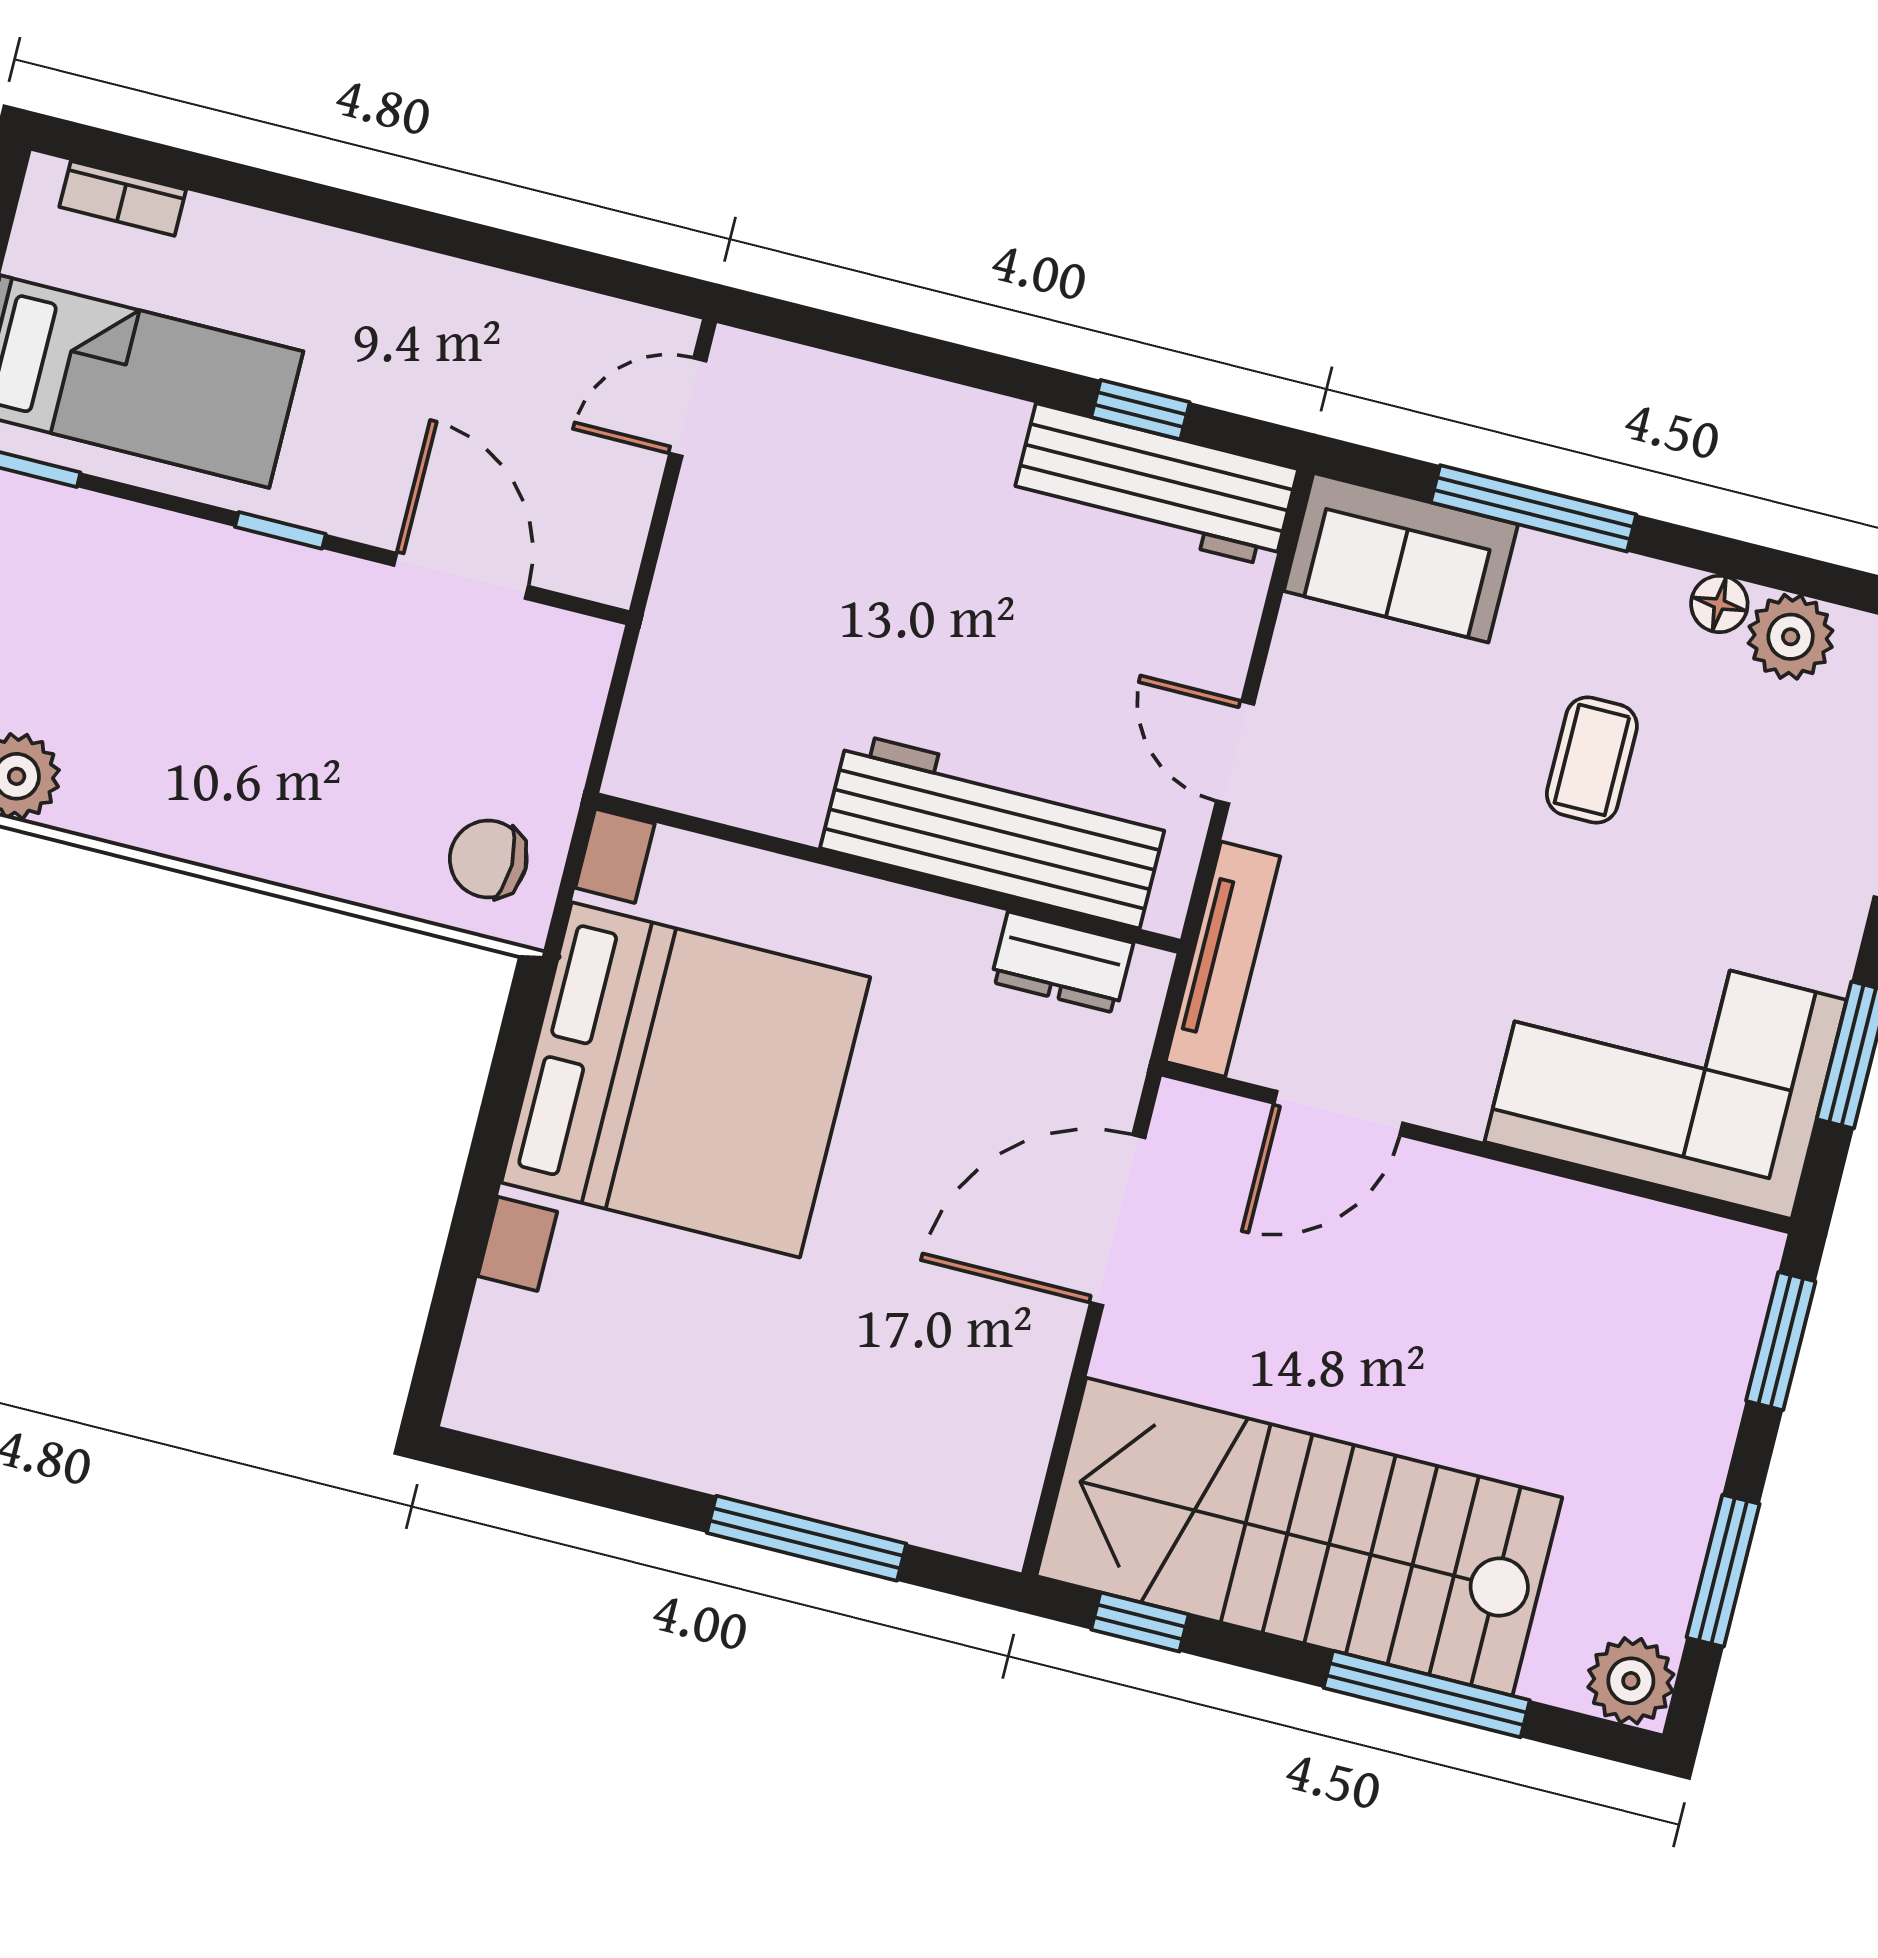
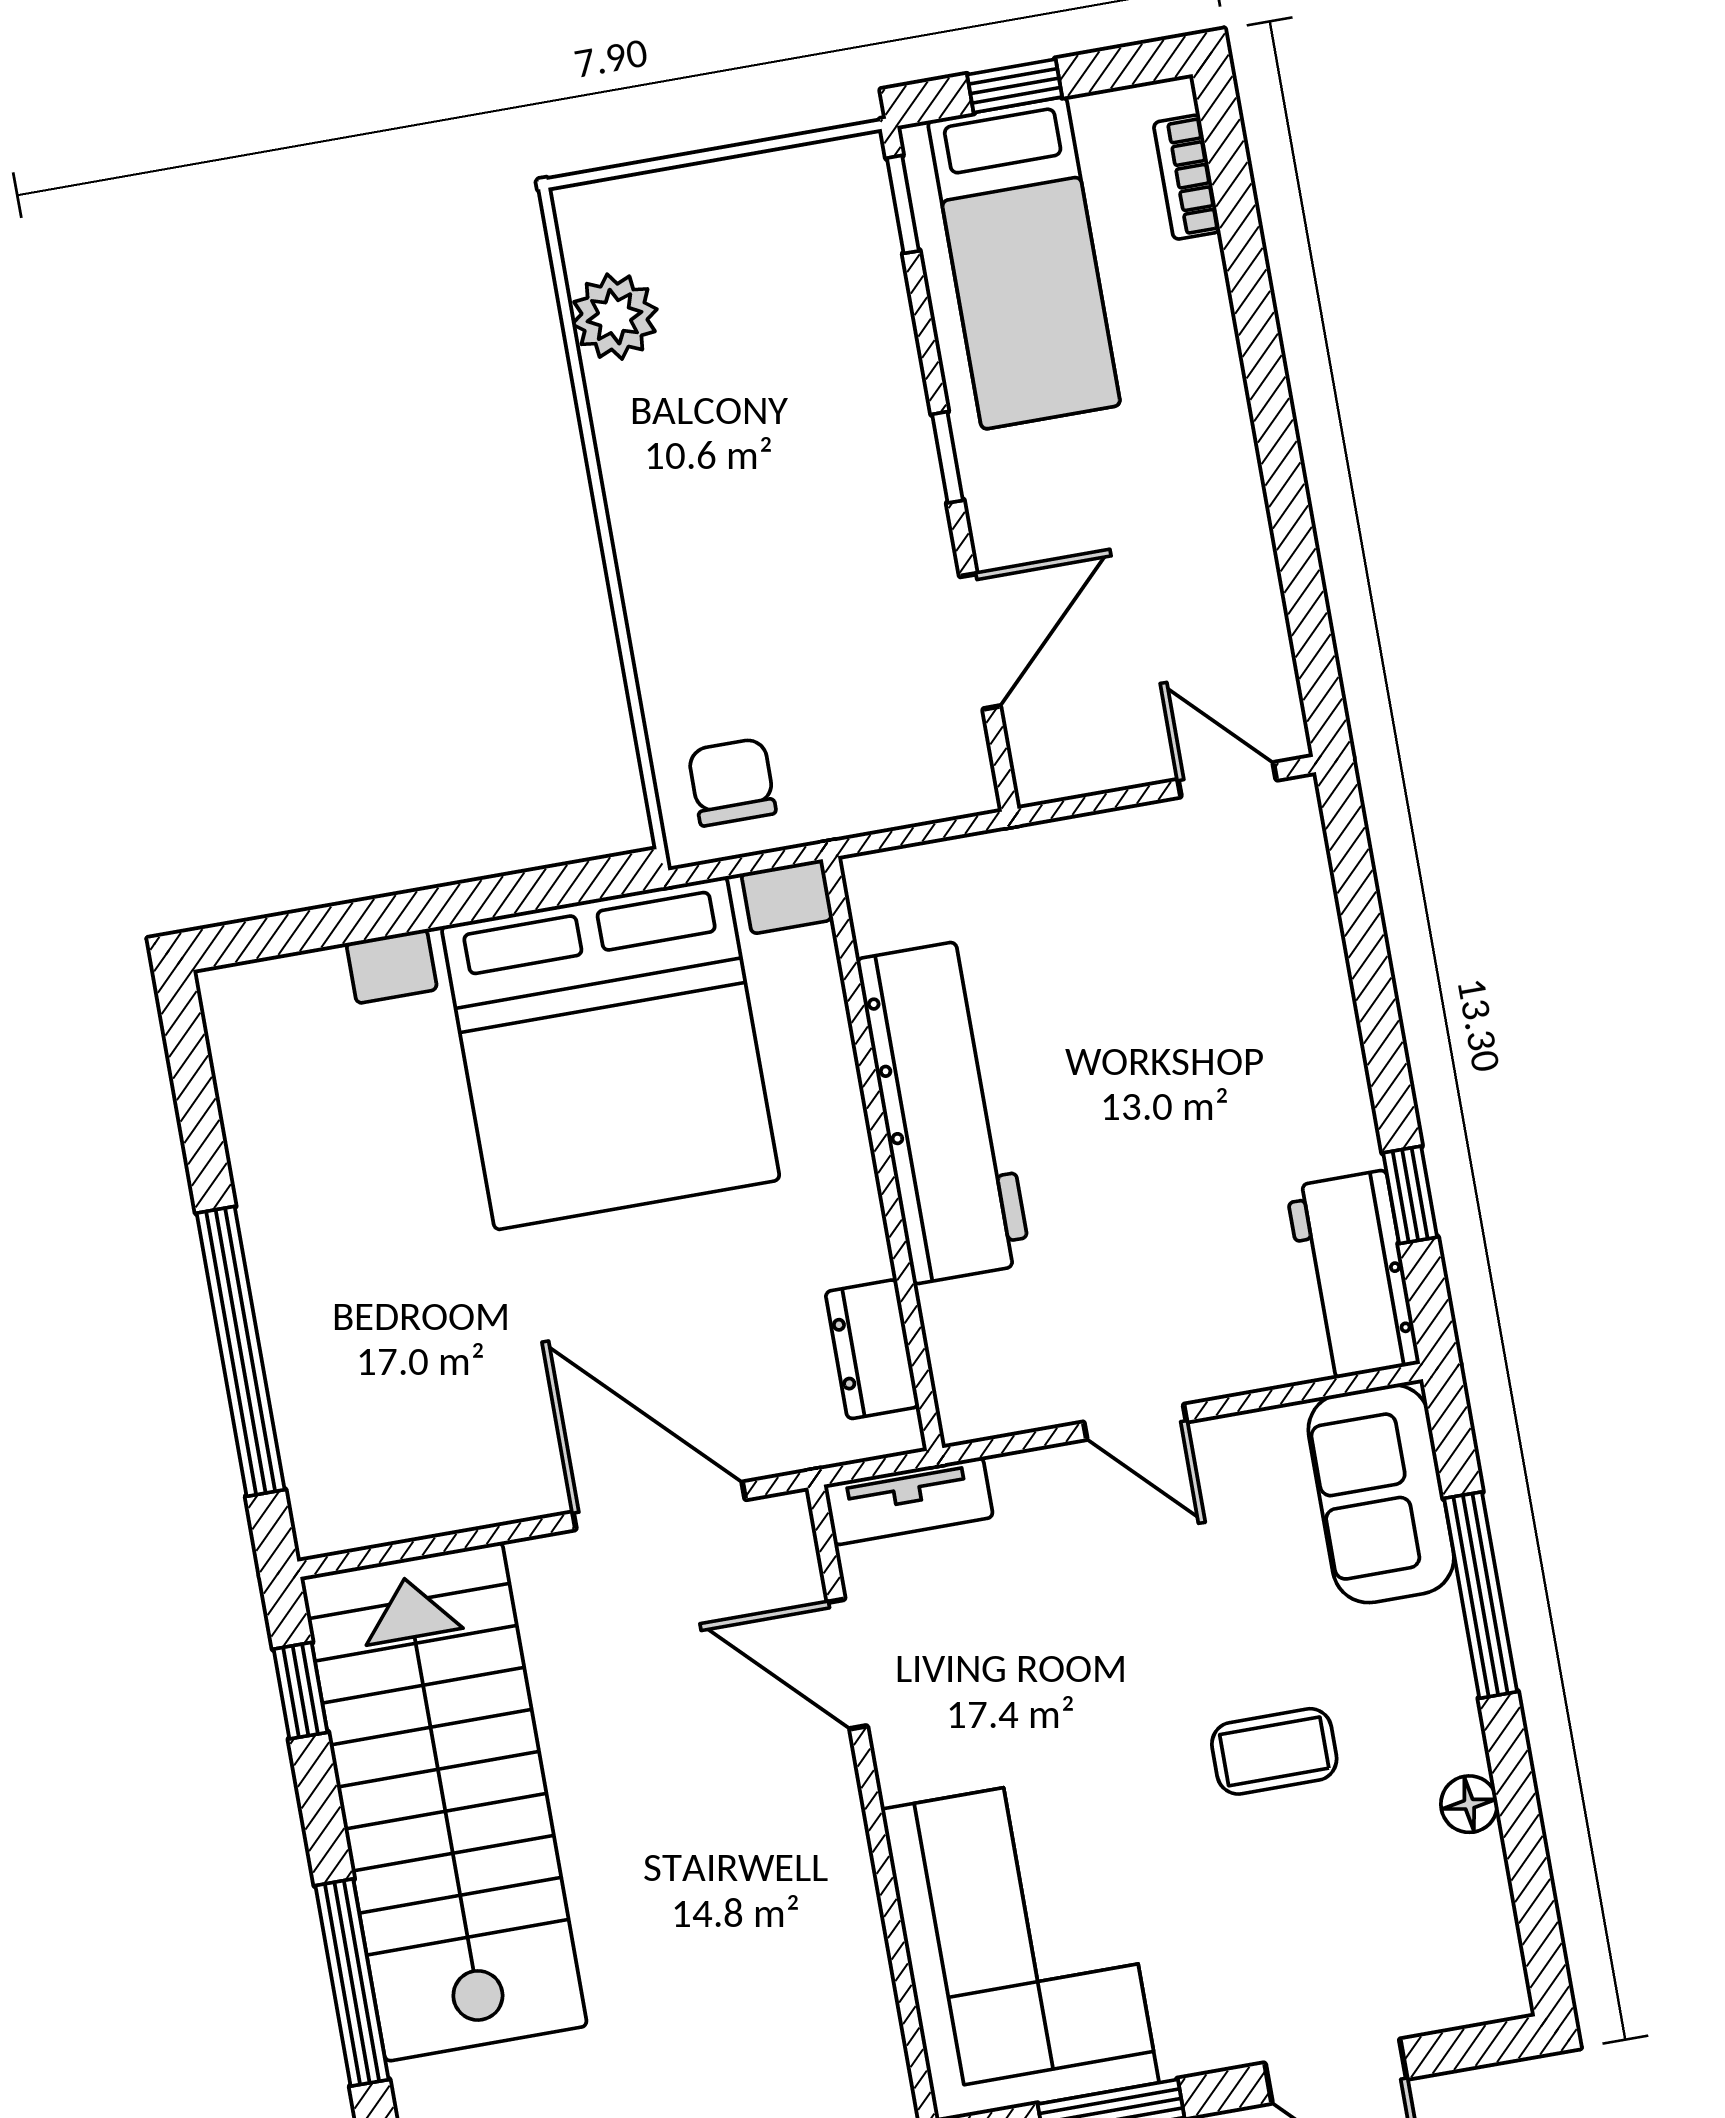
workbench: (1155, 485) -> (1353, 1276), width x0.73
plant: (1791, 637) -> (1468, 1883), removed
door: (1235, 752) -> (1135, 1422), swing flipped
workbench: (994, 830) -> (944, 1111), moved
tv unit: (1223, 959) -> (908, 1501), width x0.71
window: (807, 1538) -> (241, 1351), width x1.46

